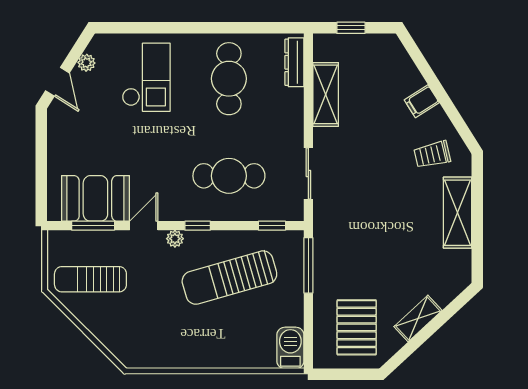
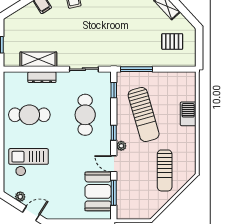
dresser: (294, 62) -> (42, 77), moved
sun lounger: (90, 279) -> (165, 170), moved
pallet: (357, 327) -> (172, 41), width x0.67, depth x0.71
barbecue: (290, 348) -> (188, 114), moved, turned 90

